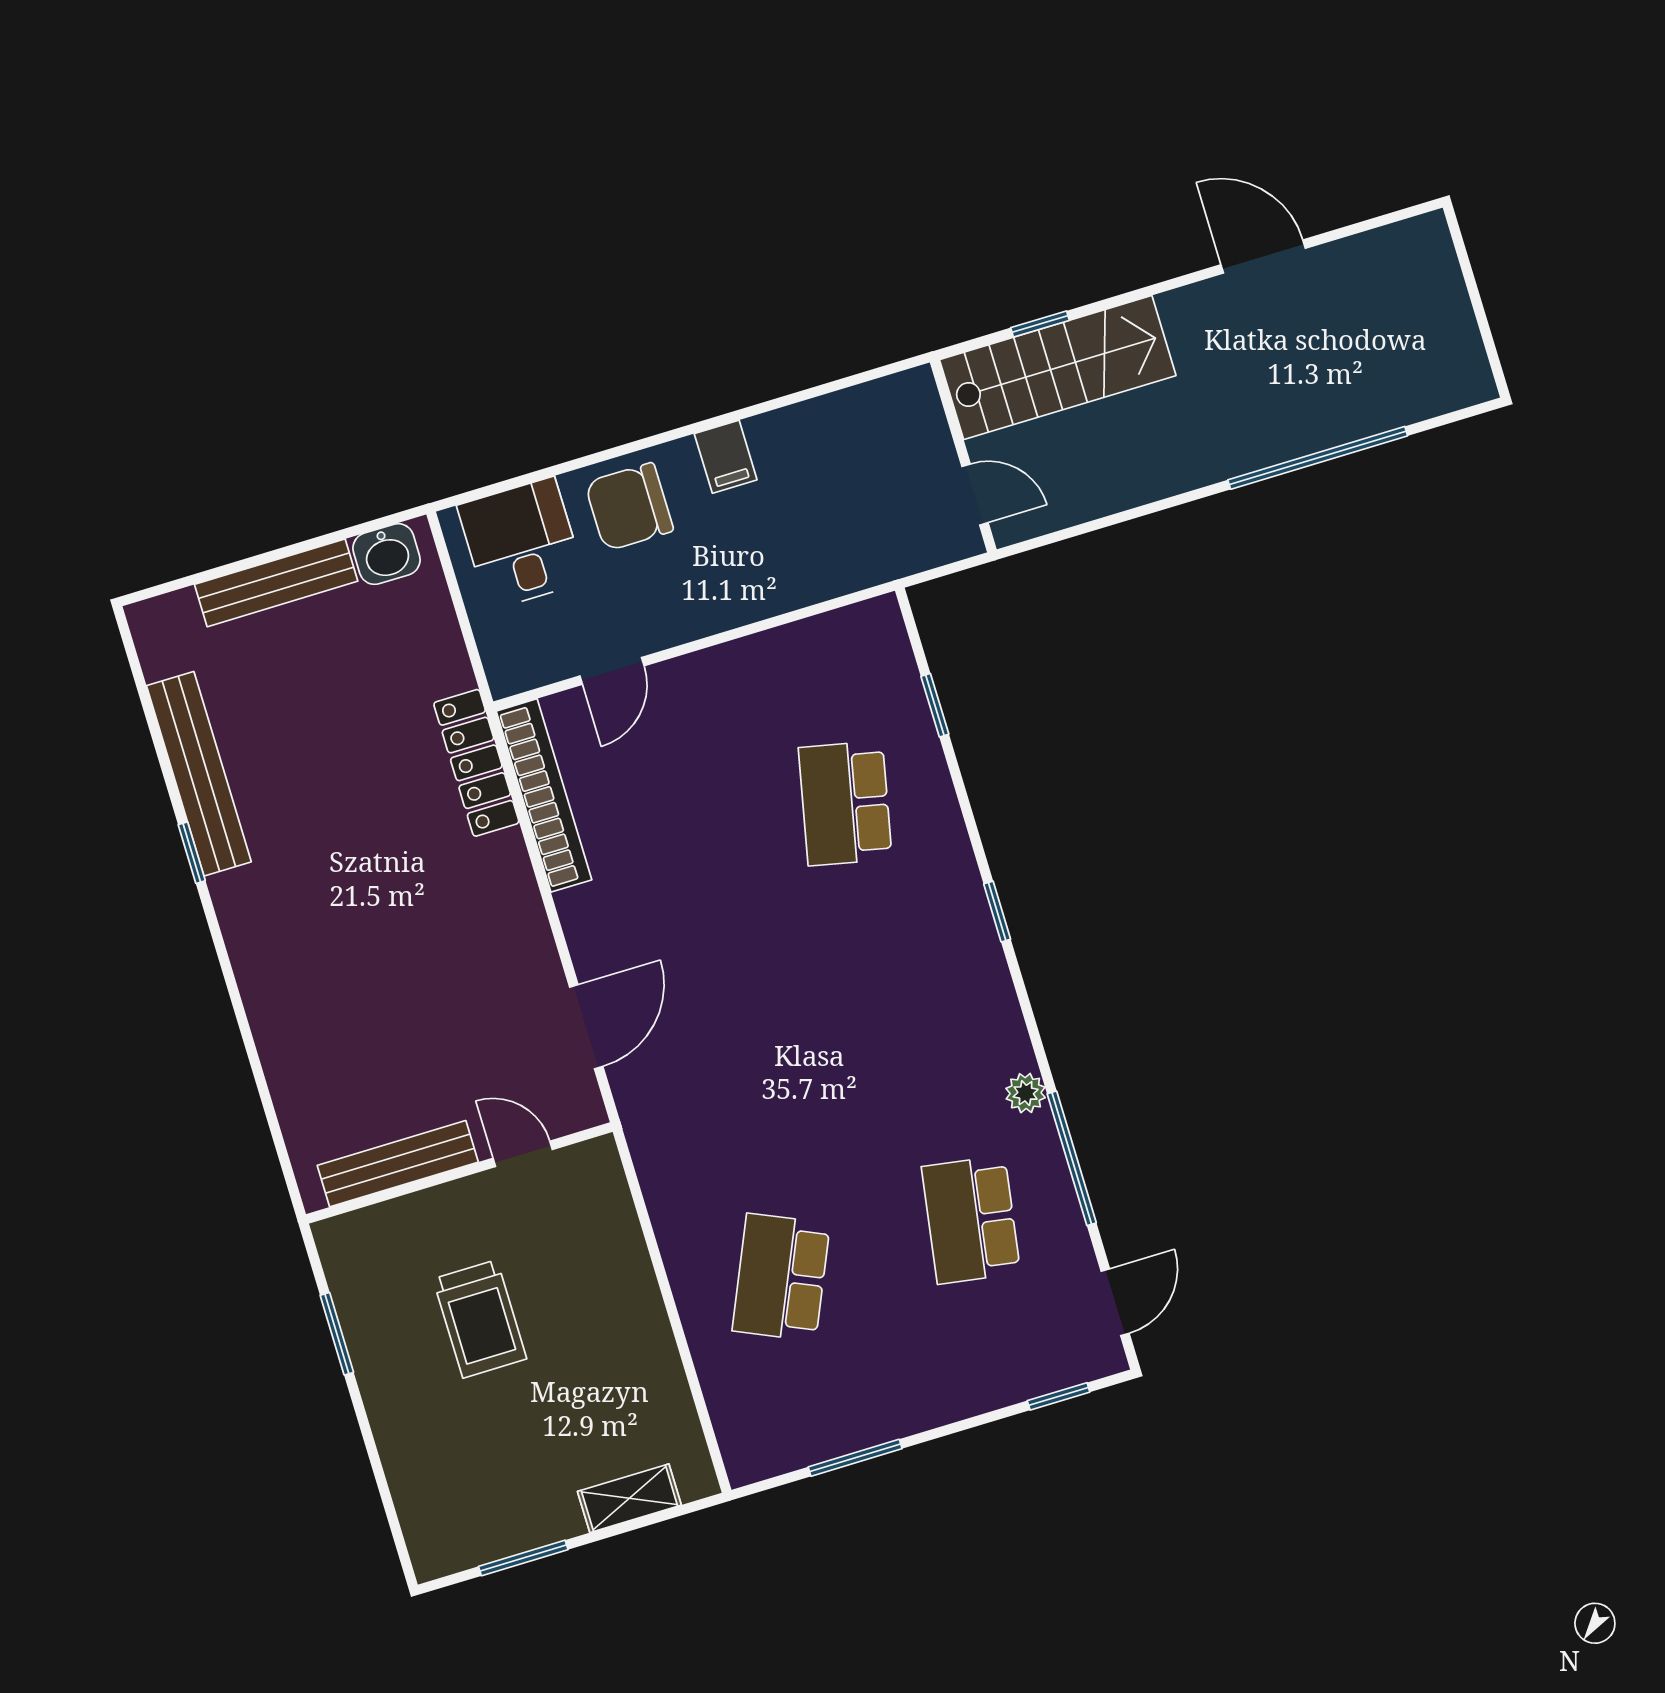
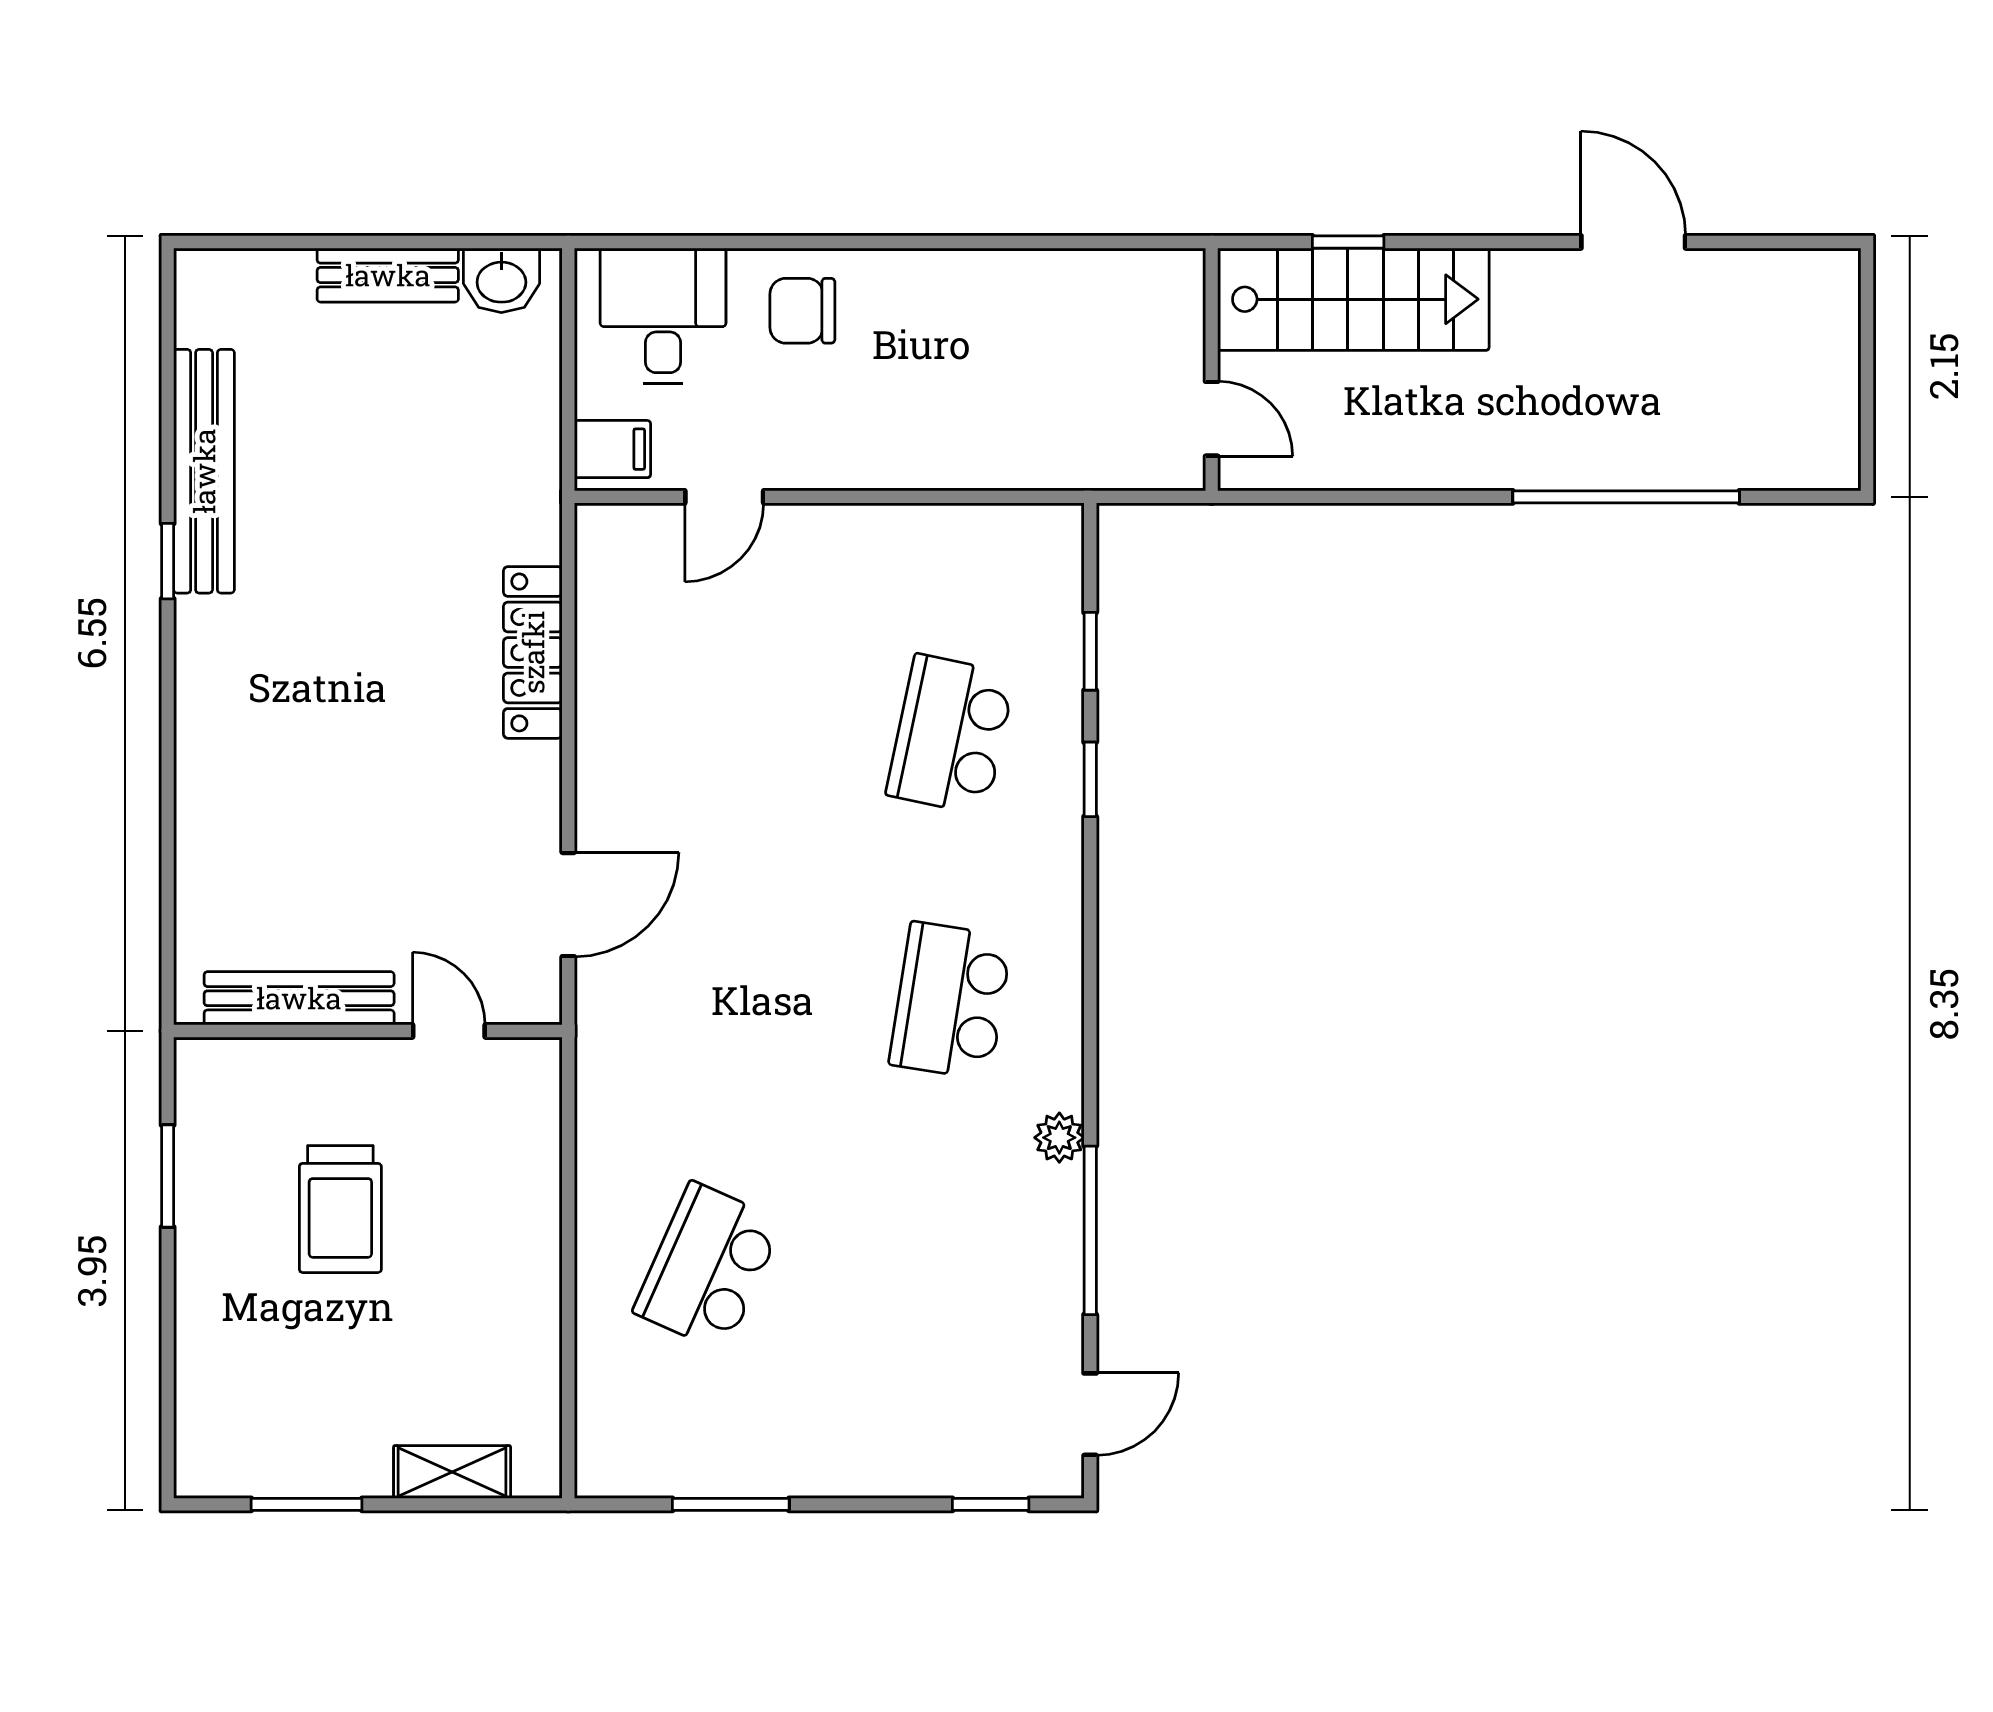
filing cabinet: (726, 457) -> (612, 449), moved, turned -90
chair: (629, 507) -> (802, 311), width x0.73, depth x0.73
bench: (276, 583) -> (388, 275), width x0.73
locker: (476, 763) -> (533, 652), moved
bookcase: (544, 795) -> (601, 619), removed
window: (997, 912) -> (1090, 779), moved
school desk: (971, 1220) -> (951, 1001), moved

